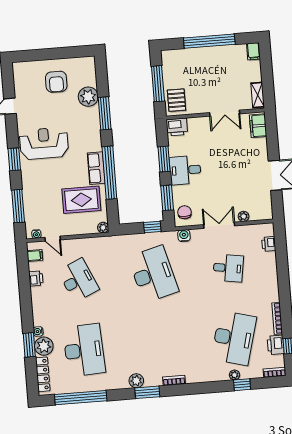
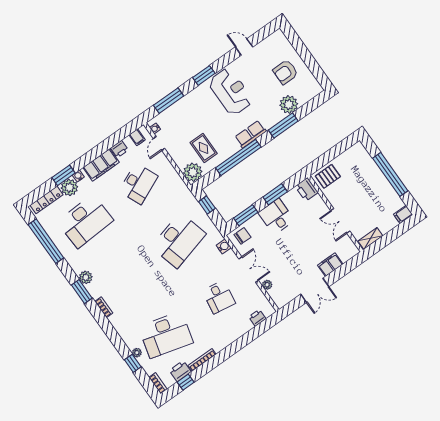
window: (158, 84) -> (332, 154), removed
filing cabinet: (258, 126) -> (330, 265), moved
row of seats: (96, 168) -> (251, 134), moved
rug: (81, 200) -> (204, 148), width x0.73, depth x0.70
window: (152, 227) -> (207, 205), moved
plant: (103, 228) -> (193, 172), width x1.88, depth x1.88
filing cabinet: (40, 304) -> (101, 165), added

